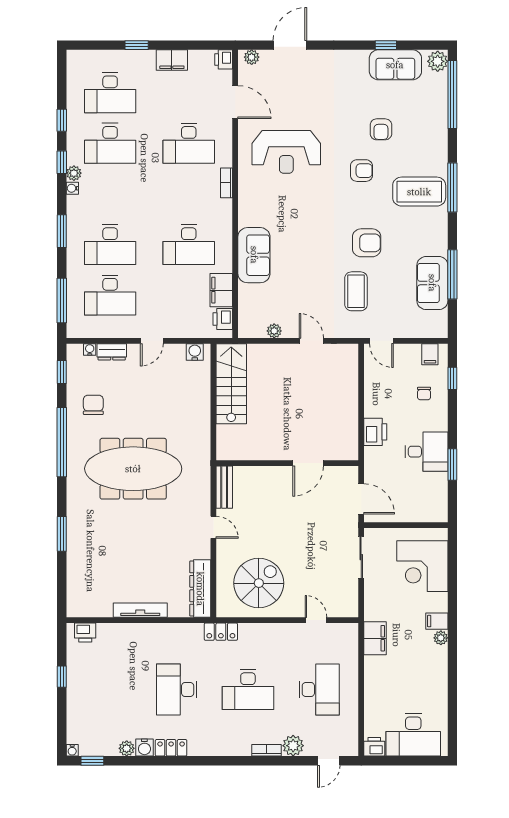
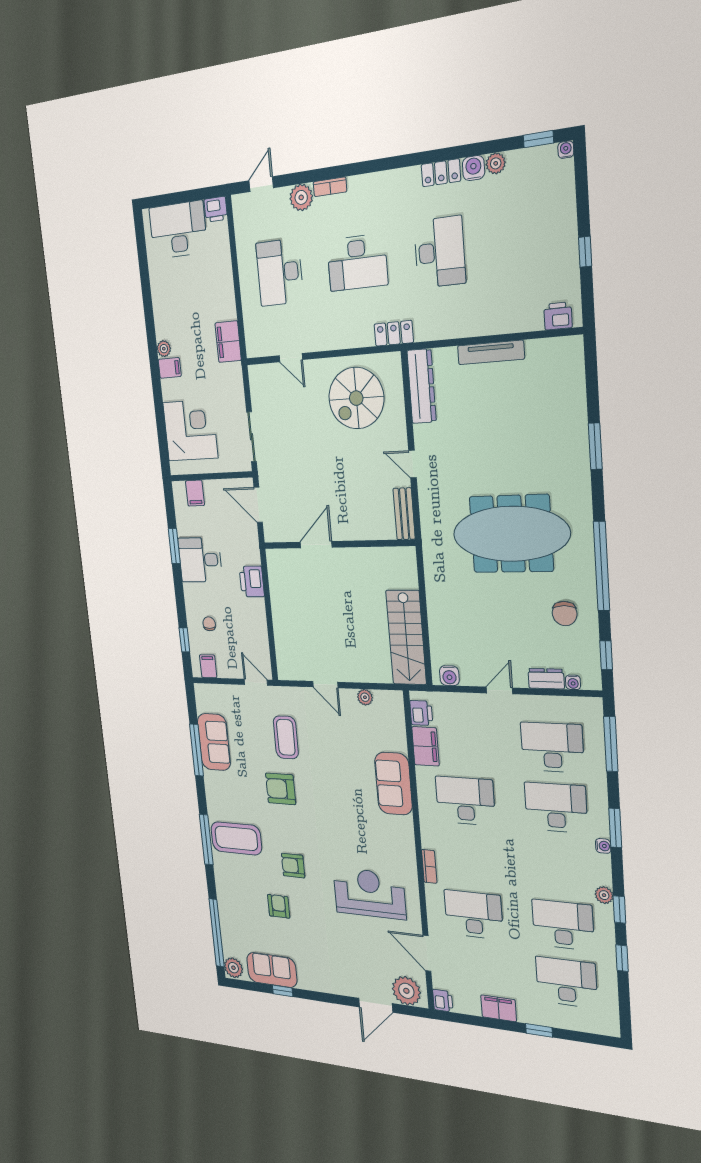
plant: (252, 57) -> (406, 991), width x1.87, depth x1.87
water cooler: (72, 188) -> (603, 846), moved
filing cabinet: (424, 511) -> (195, 493), added
desk: (248, 690) -> (357, 263), turned 180

